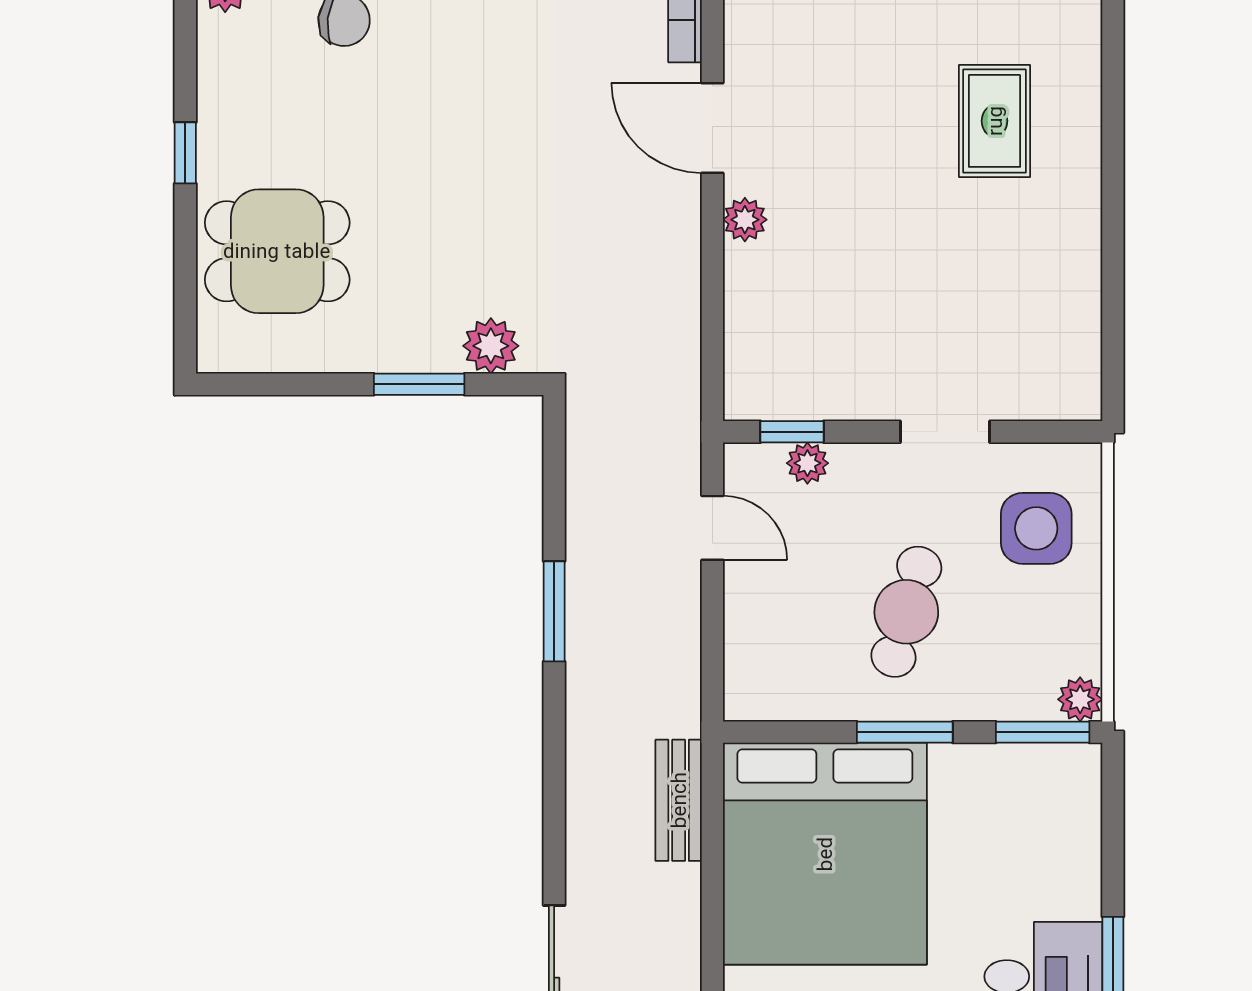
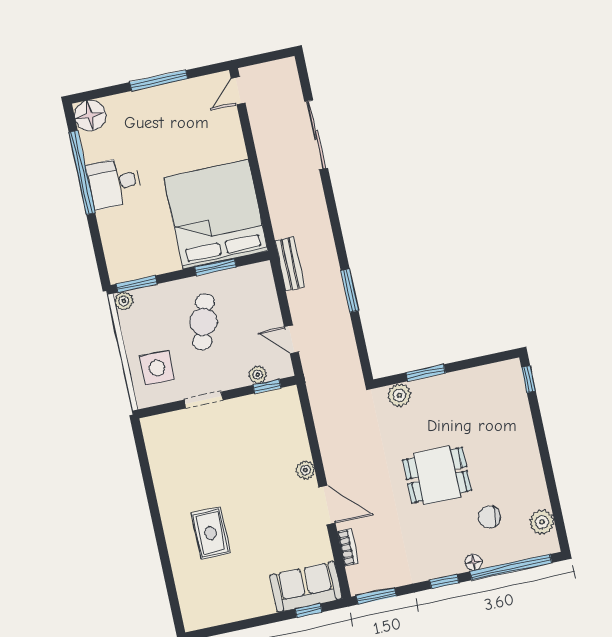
window: (185, 153) -> (529, 379), moved
dining table: (277, 251) -> (437, 475), moved
window: (905, 732) -> (215, 267), moved
bench: (679, 800) -> (290, 264), moved

